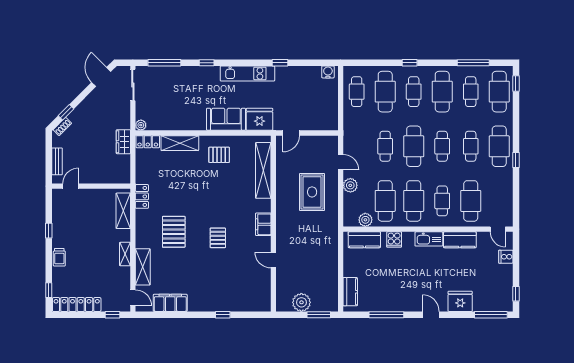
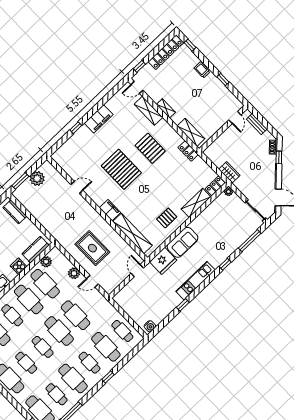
cafe table: (385, 146) -> (76, 315), width x1.37, depth x1.35
filing cabinet: (263, 224) -> (110, 210), moved
pallet: (218, 238) -> (121, 169), width x2.05, depth x2.00
filing cabinet: (170, 303) -> (99, 119), moved

